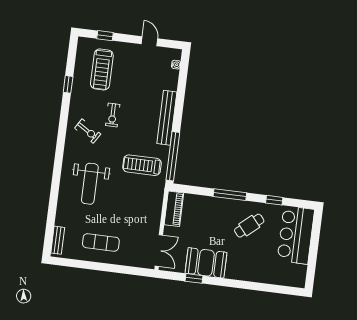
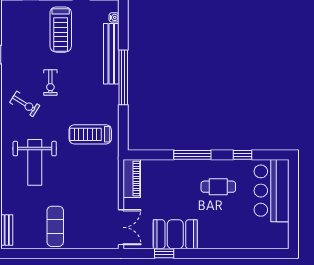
treadmill: (102, 69) -> (61, 30), moved
bench: (167, 118) -> (111, 54), moved
window: (173, 156) -> (123, 77), moved
cafe table: (249, 226) -> (218, 187), turned 40
exercise mat: (101, 242) -> (55, 226), turned 90

